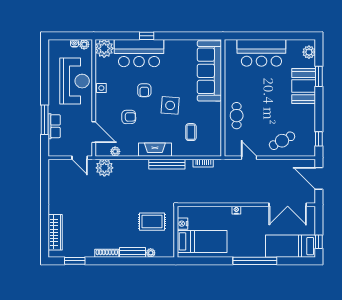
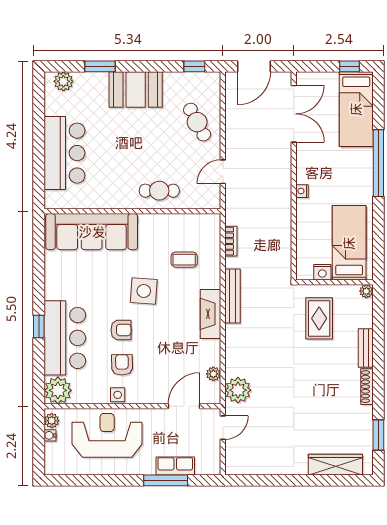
booth: (304, 86) -> (136, 89), moved
armchair: (129, 117) -> (122, 365), moved
plant: (151, 253) -> (366, 291), moved

